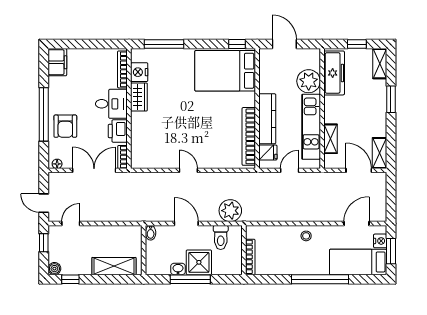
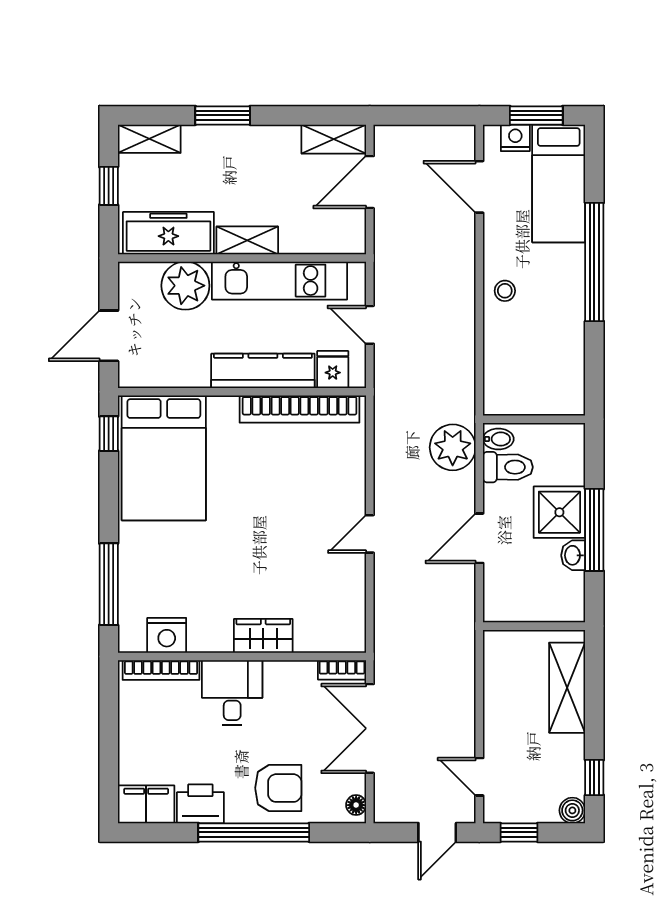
wardrobe: (139, 97) -> (263, 636), moved
printer: (118, 131) -> (200, 804), moved, turned 180
shelving: (331, 139) -> (247, 240), moved
bidet: (151, 233) -> (498, 439), moved
bookcase: (250, 257) -> (548, 406), removed

